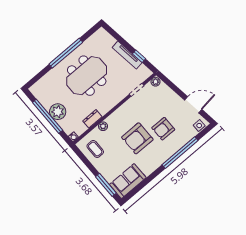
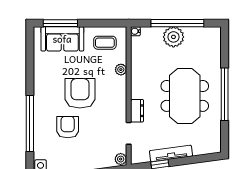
dresser: (92, 119) -> (137, 111), moved
sofa: (128, 181) -> (62, 39), moved, turned 90

